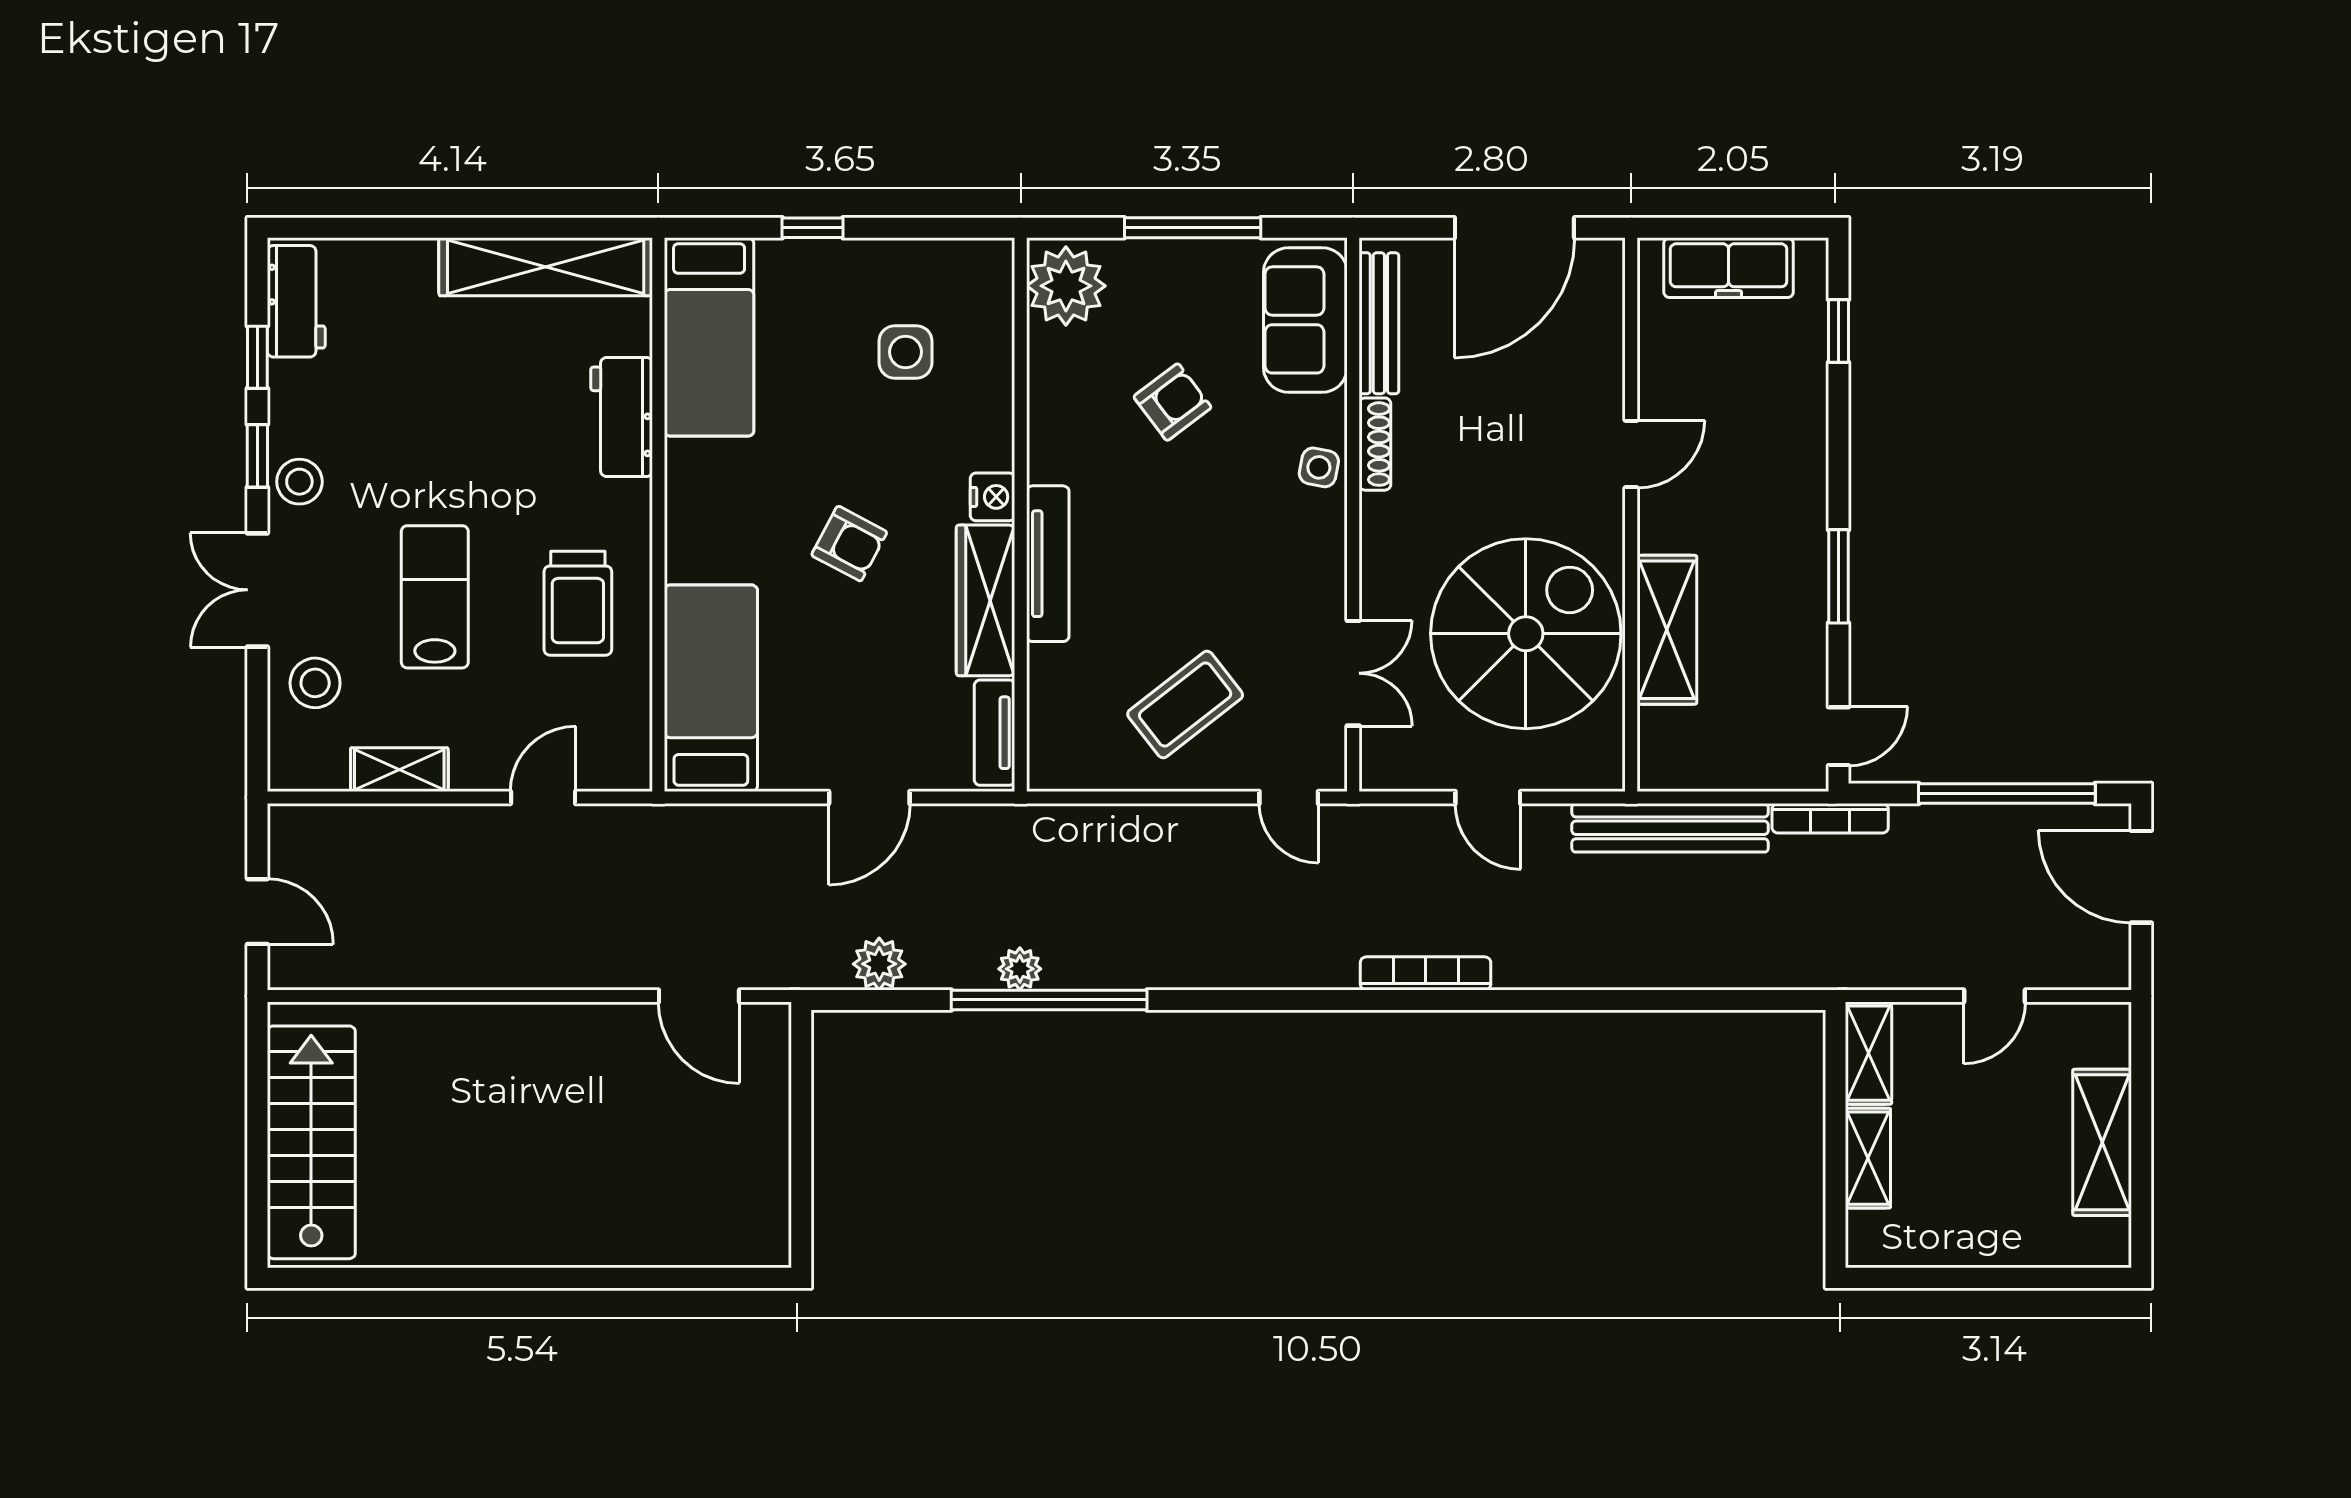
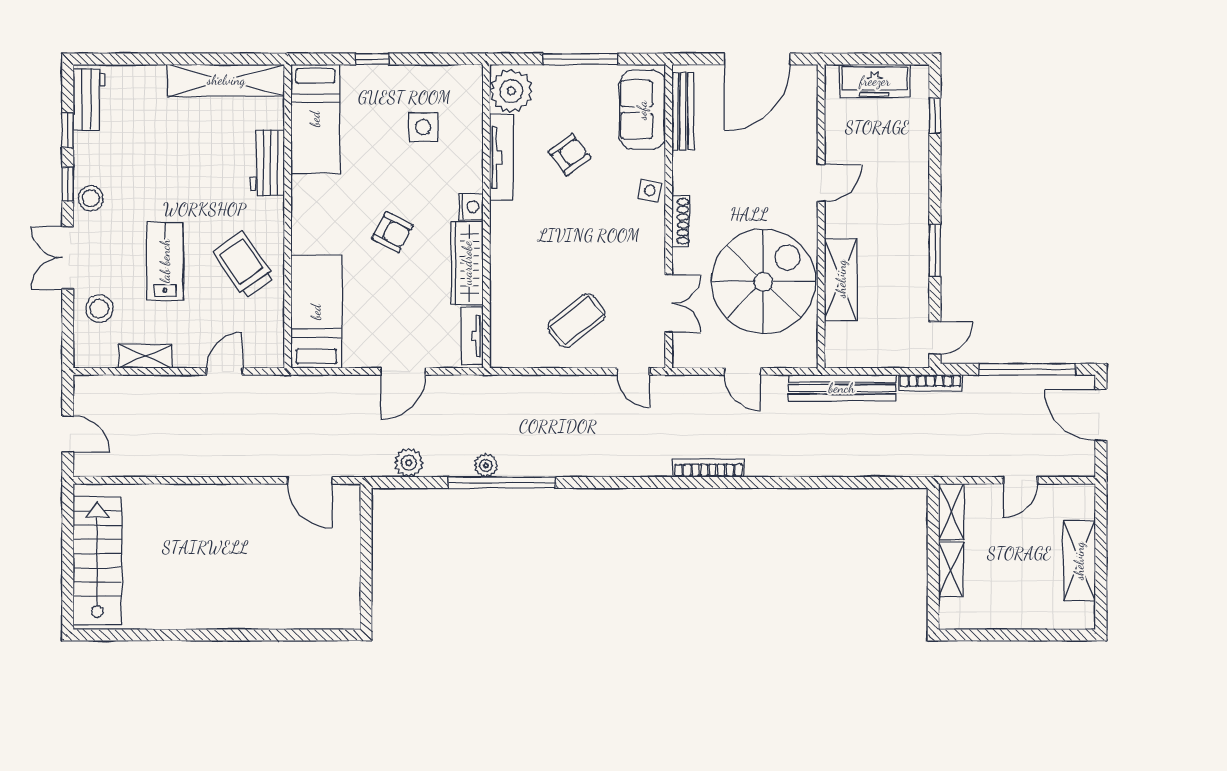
shoe rack: (1375, 444) -> (681, 221), moved
tv unit: (1048, 564) -> (501, 157), moved
trolley: (578, 603) -> (243, 265), turned 145

